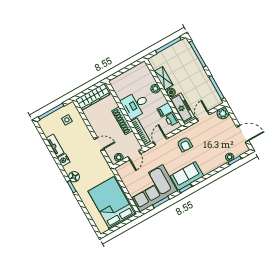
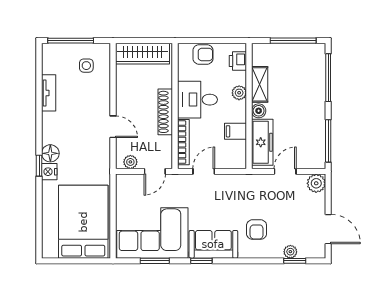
armchair: (125, 79) -> (203, 54), added
printer: (172, 119) -> (238, 61), moved
armchair: (185, 144) -> (257, 230), moved
nightstand: (64, 160) -> (49, 172), moved

